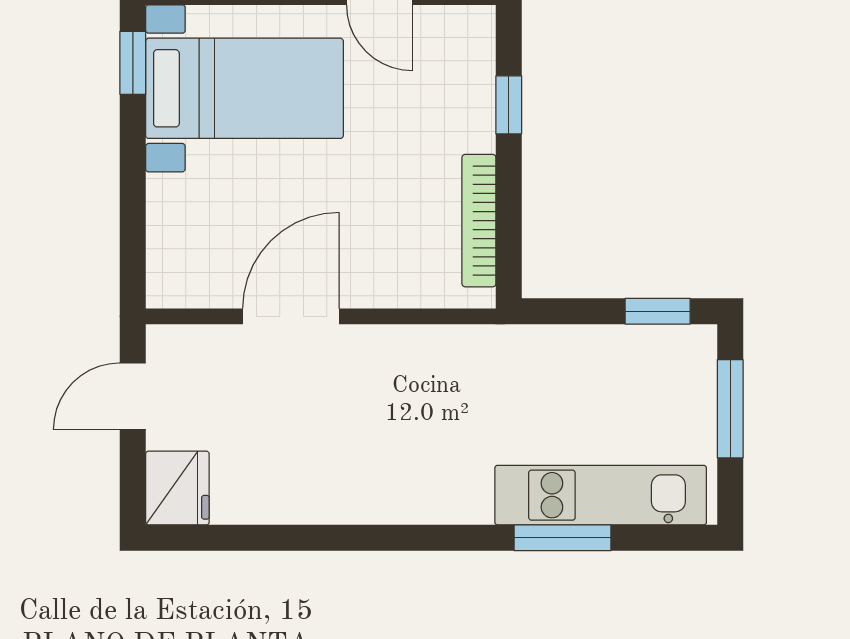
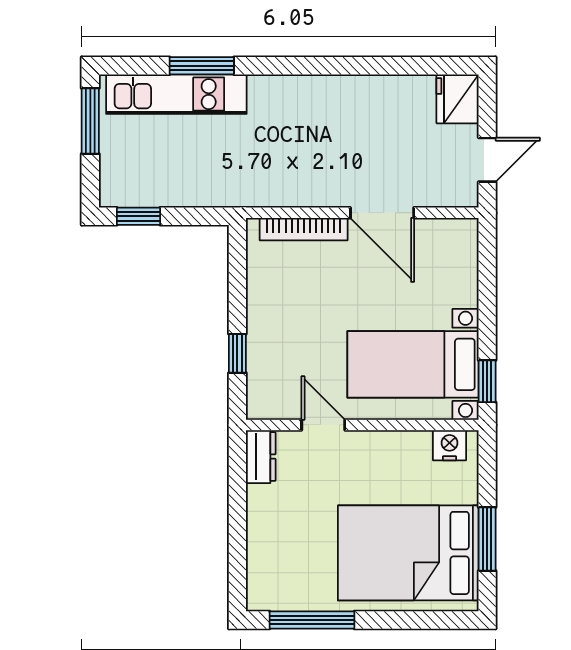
bookcase: (479, 221) -> (304, 229), moved, turned 90
door: (291, 316) -> (382, 213), hinge flipped
window: (730, 409) -> (90, 121), moved

